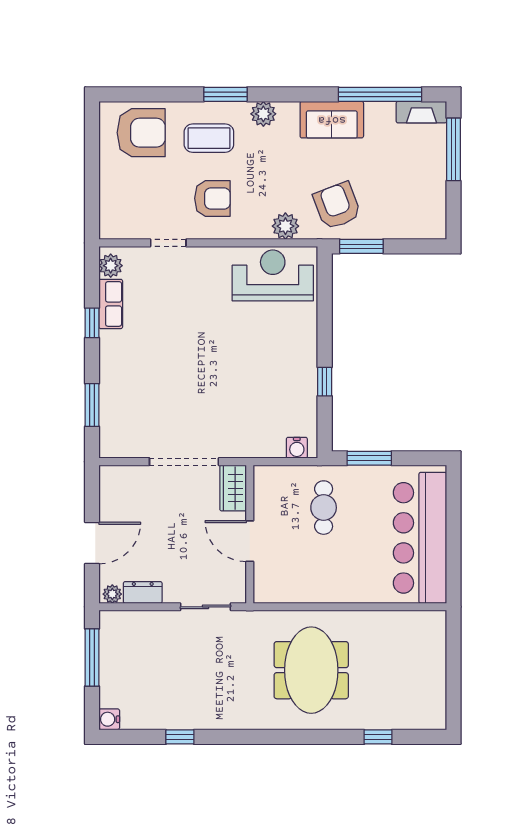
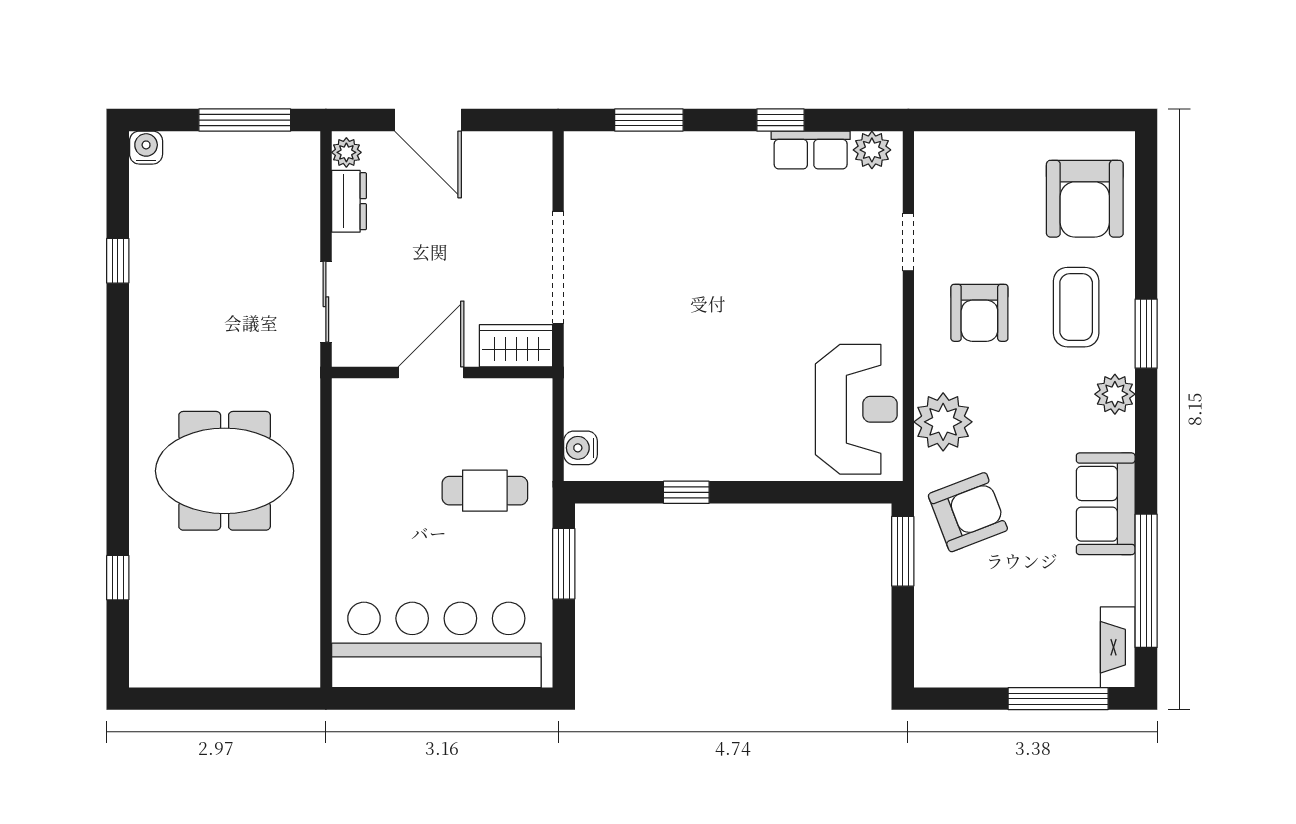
plant: (285, 226) -> (943, 422), width x1.36, depth x1.36

